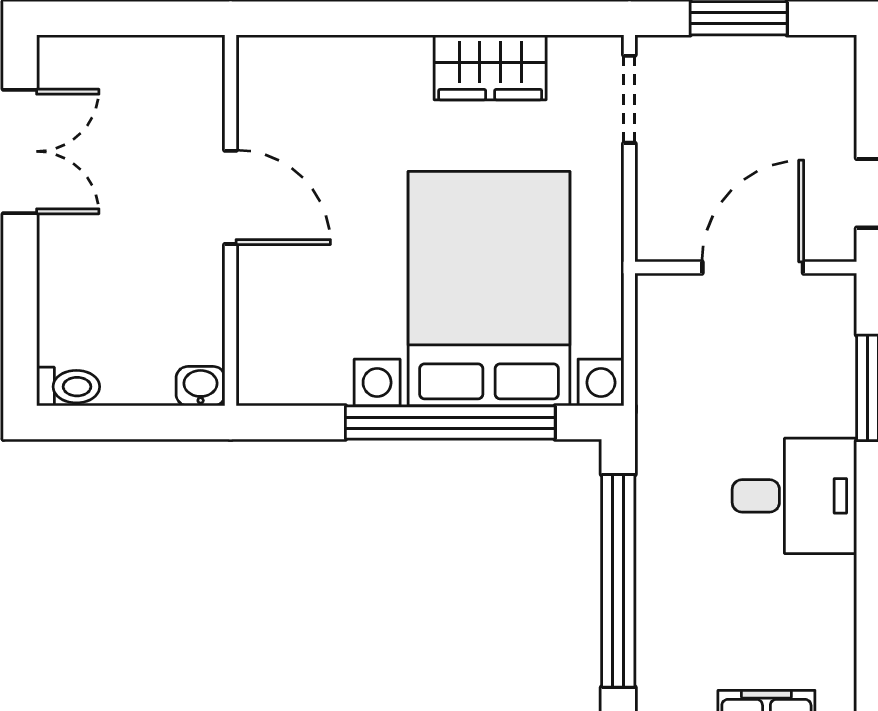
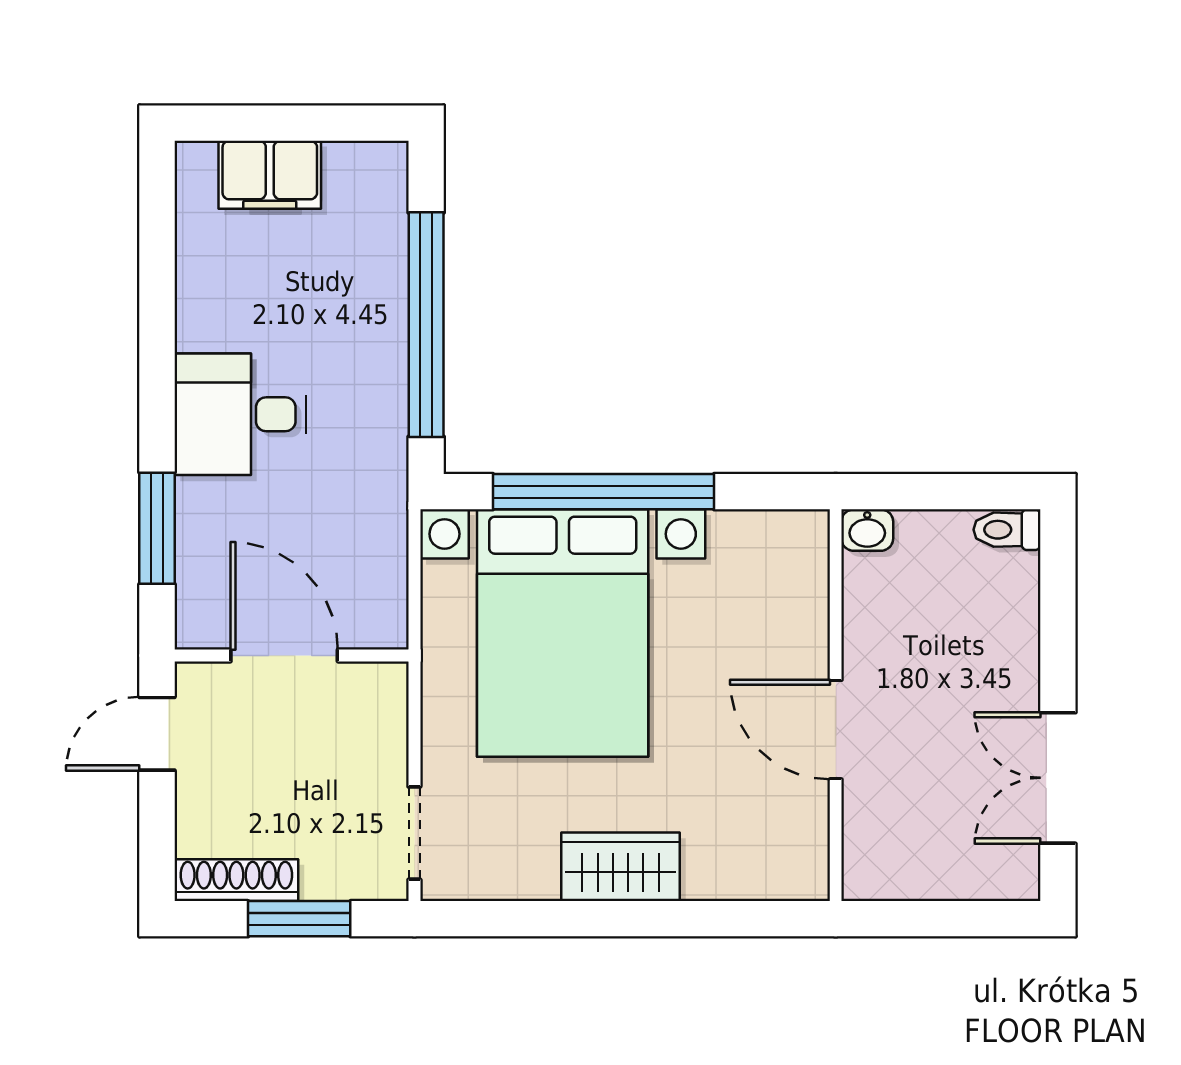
shoe rack: (798, 55) -> (236, 880), added
wardrobe: (490, 67) -> (621, 867), moved
door: (753, 267) -> (284, 655), swing flipped

